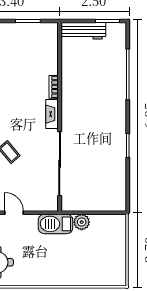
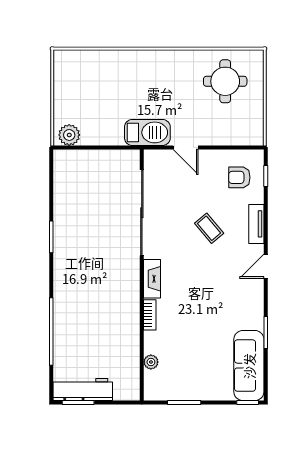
workbench: (83, 31) -> (83, 390), moved
plant: (53, 52) -> (151, 362), added
door: (14, 213) -> (186, 147), moved
plant: (82, 222) -> (69, 135), moved

